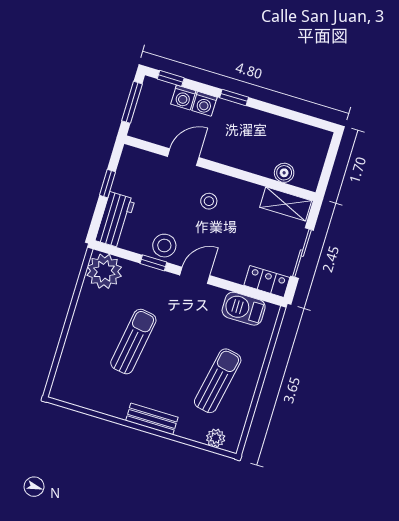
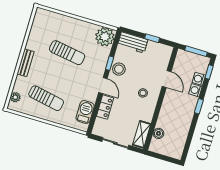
locker: (267, 281) -> (105, 107), moved

